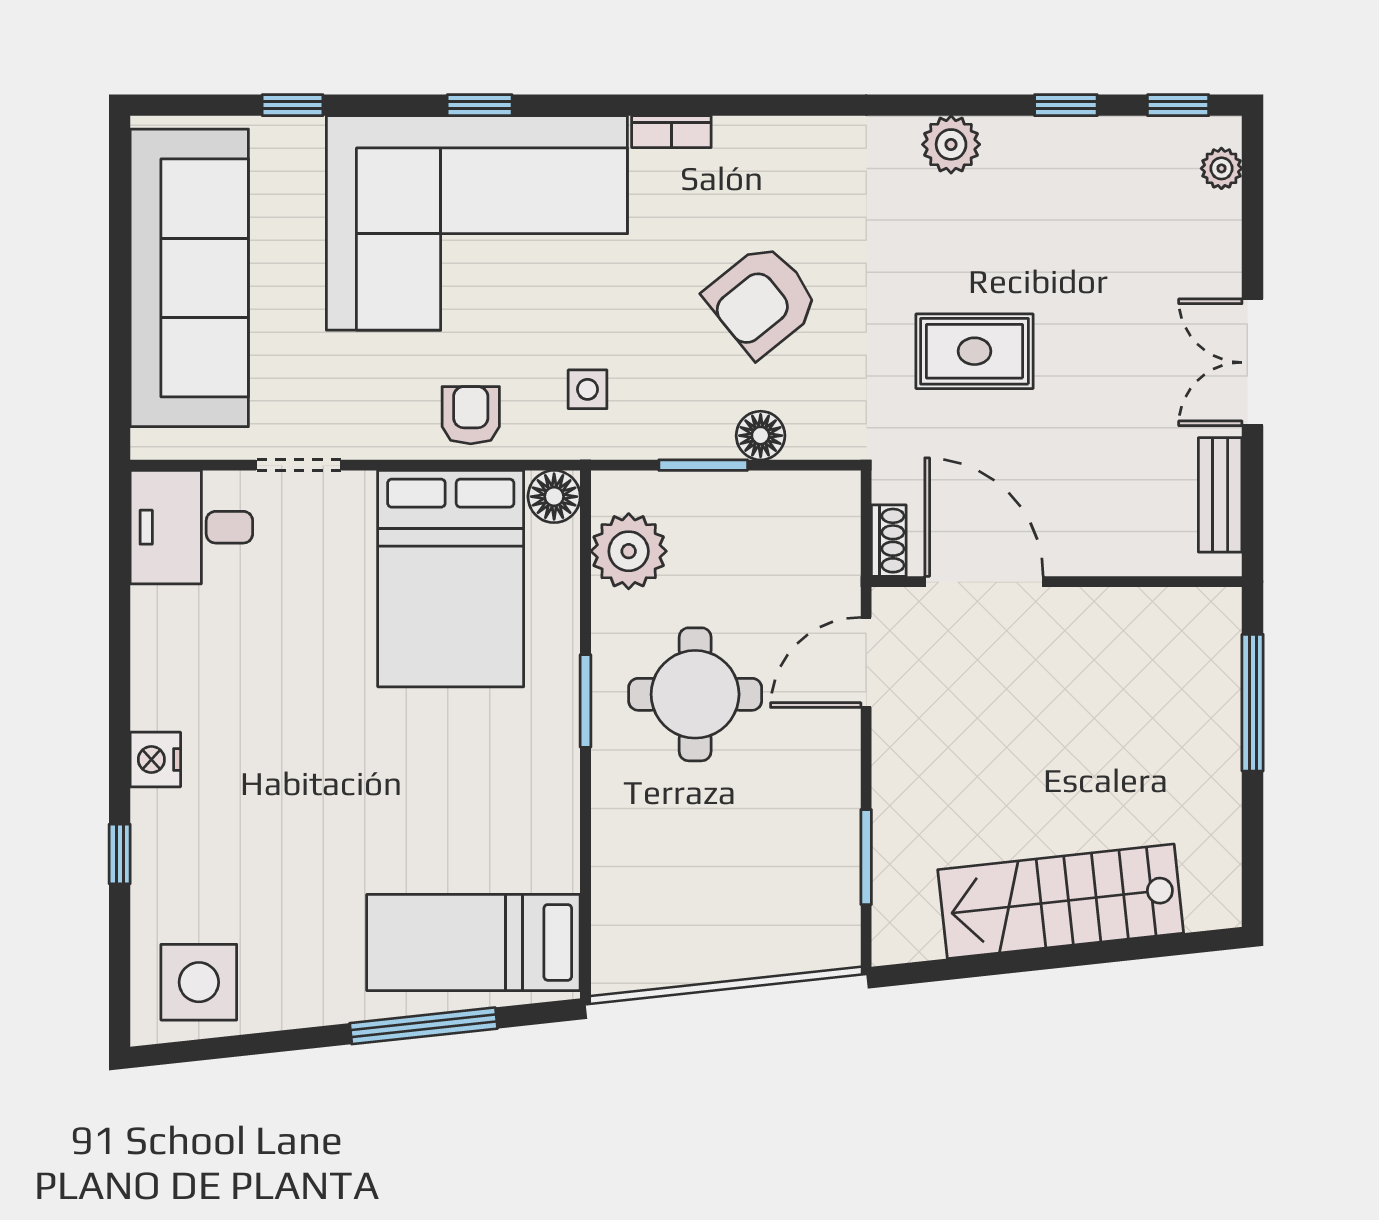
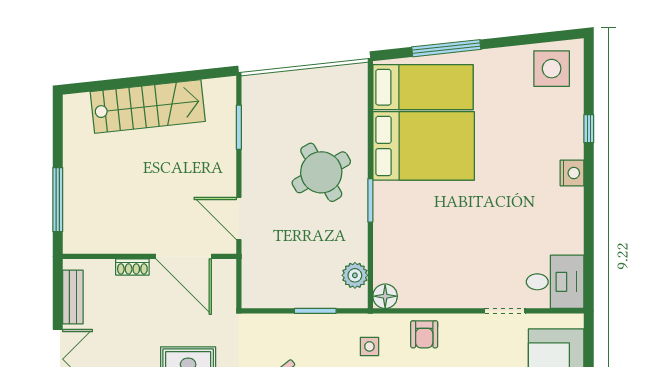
floor lamp: (761, 436) -> (288, 325), removed
shoe rack: (889, 541) -> (132, 267), moved, turned -90
plant: (629, 551) -> (355, 275), width x0.73, depth x0.73
bed: (451, 579) -> (424, 146), moved, turned 90
door: (866, 662) -> (239, 219), swing flipped
round table: (695, 694) -> (321, 172), moved, turned -30

